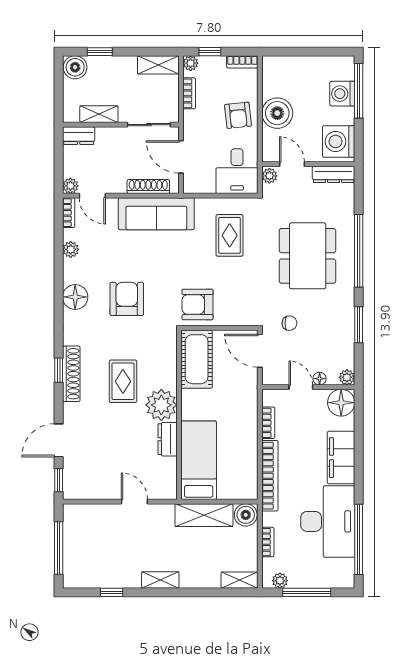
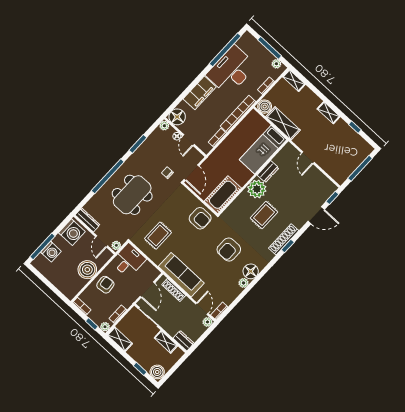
plant: (71, 249) -> (244, 283), moved

